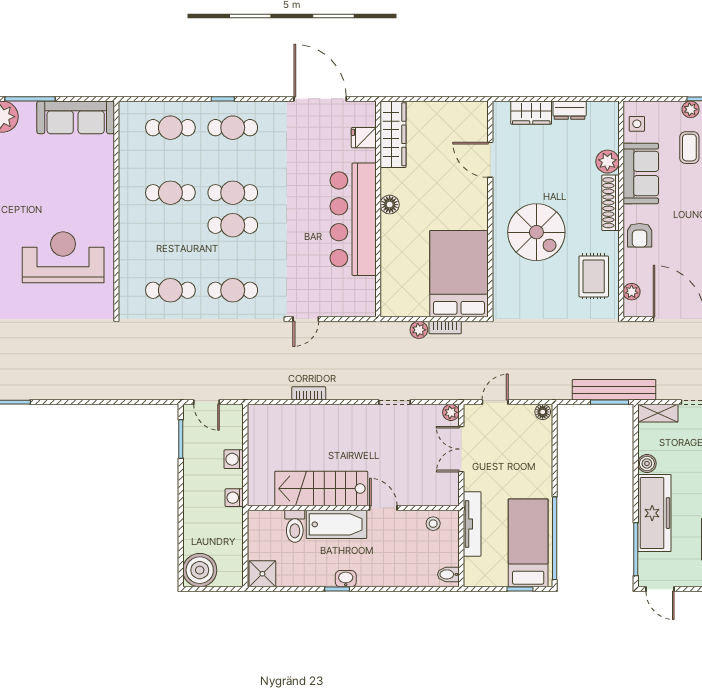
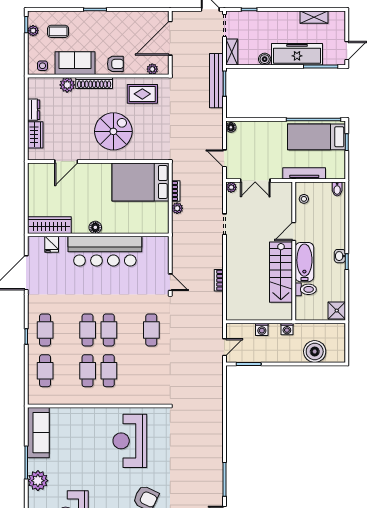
cafe table: (170, 290) -> (109, 371), moved
boiler: (200, 570) -> (315, 352), moved

